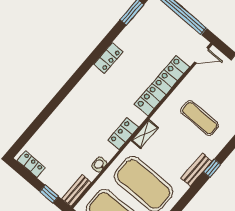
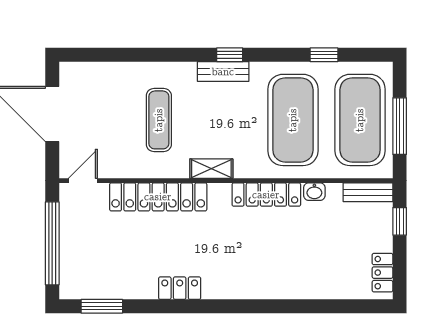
door: (202, 55) -> (83, 181), hinge flipped
locker: (123, 134) -> (266, 195), width x1.53
shelving: (145, 134) -> (211, 169), moved
window: (212, 168) -> (230, 55), moved

